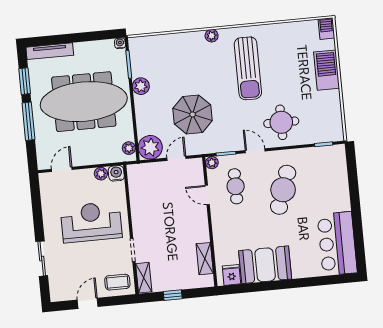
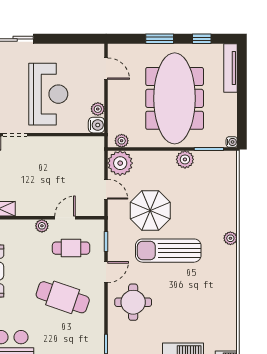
sun lounger: (248, 68) -> (168, 251), moved
window: (25, 81) -> (202, 39), width x0.67
window: (28, 121) -> (160, 39), width x0.69
plant: (212, 163) -> (42, 226), moved

